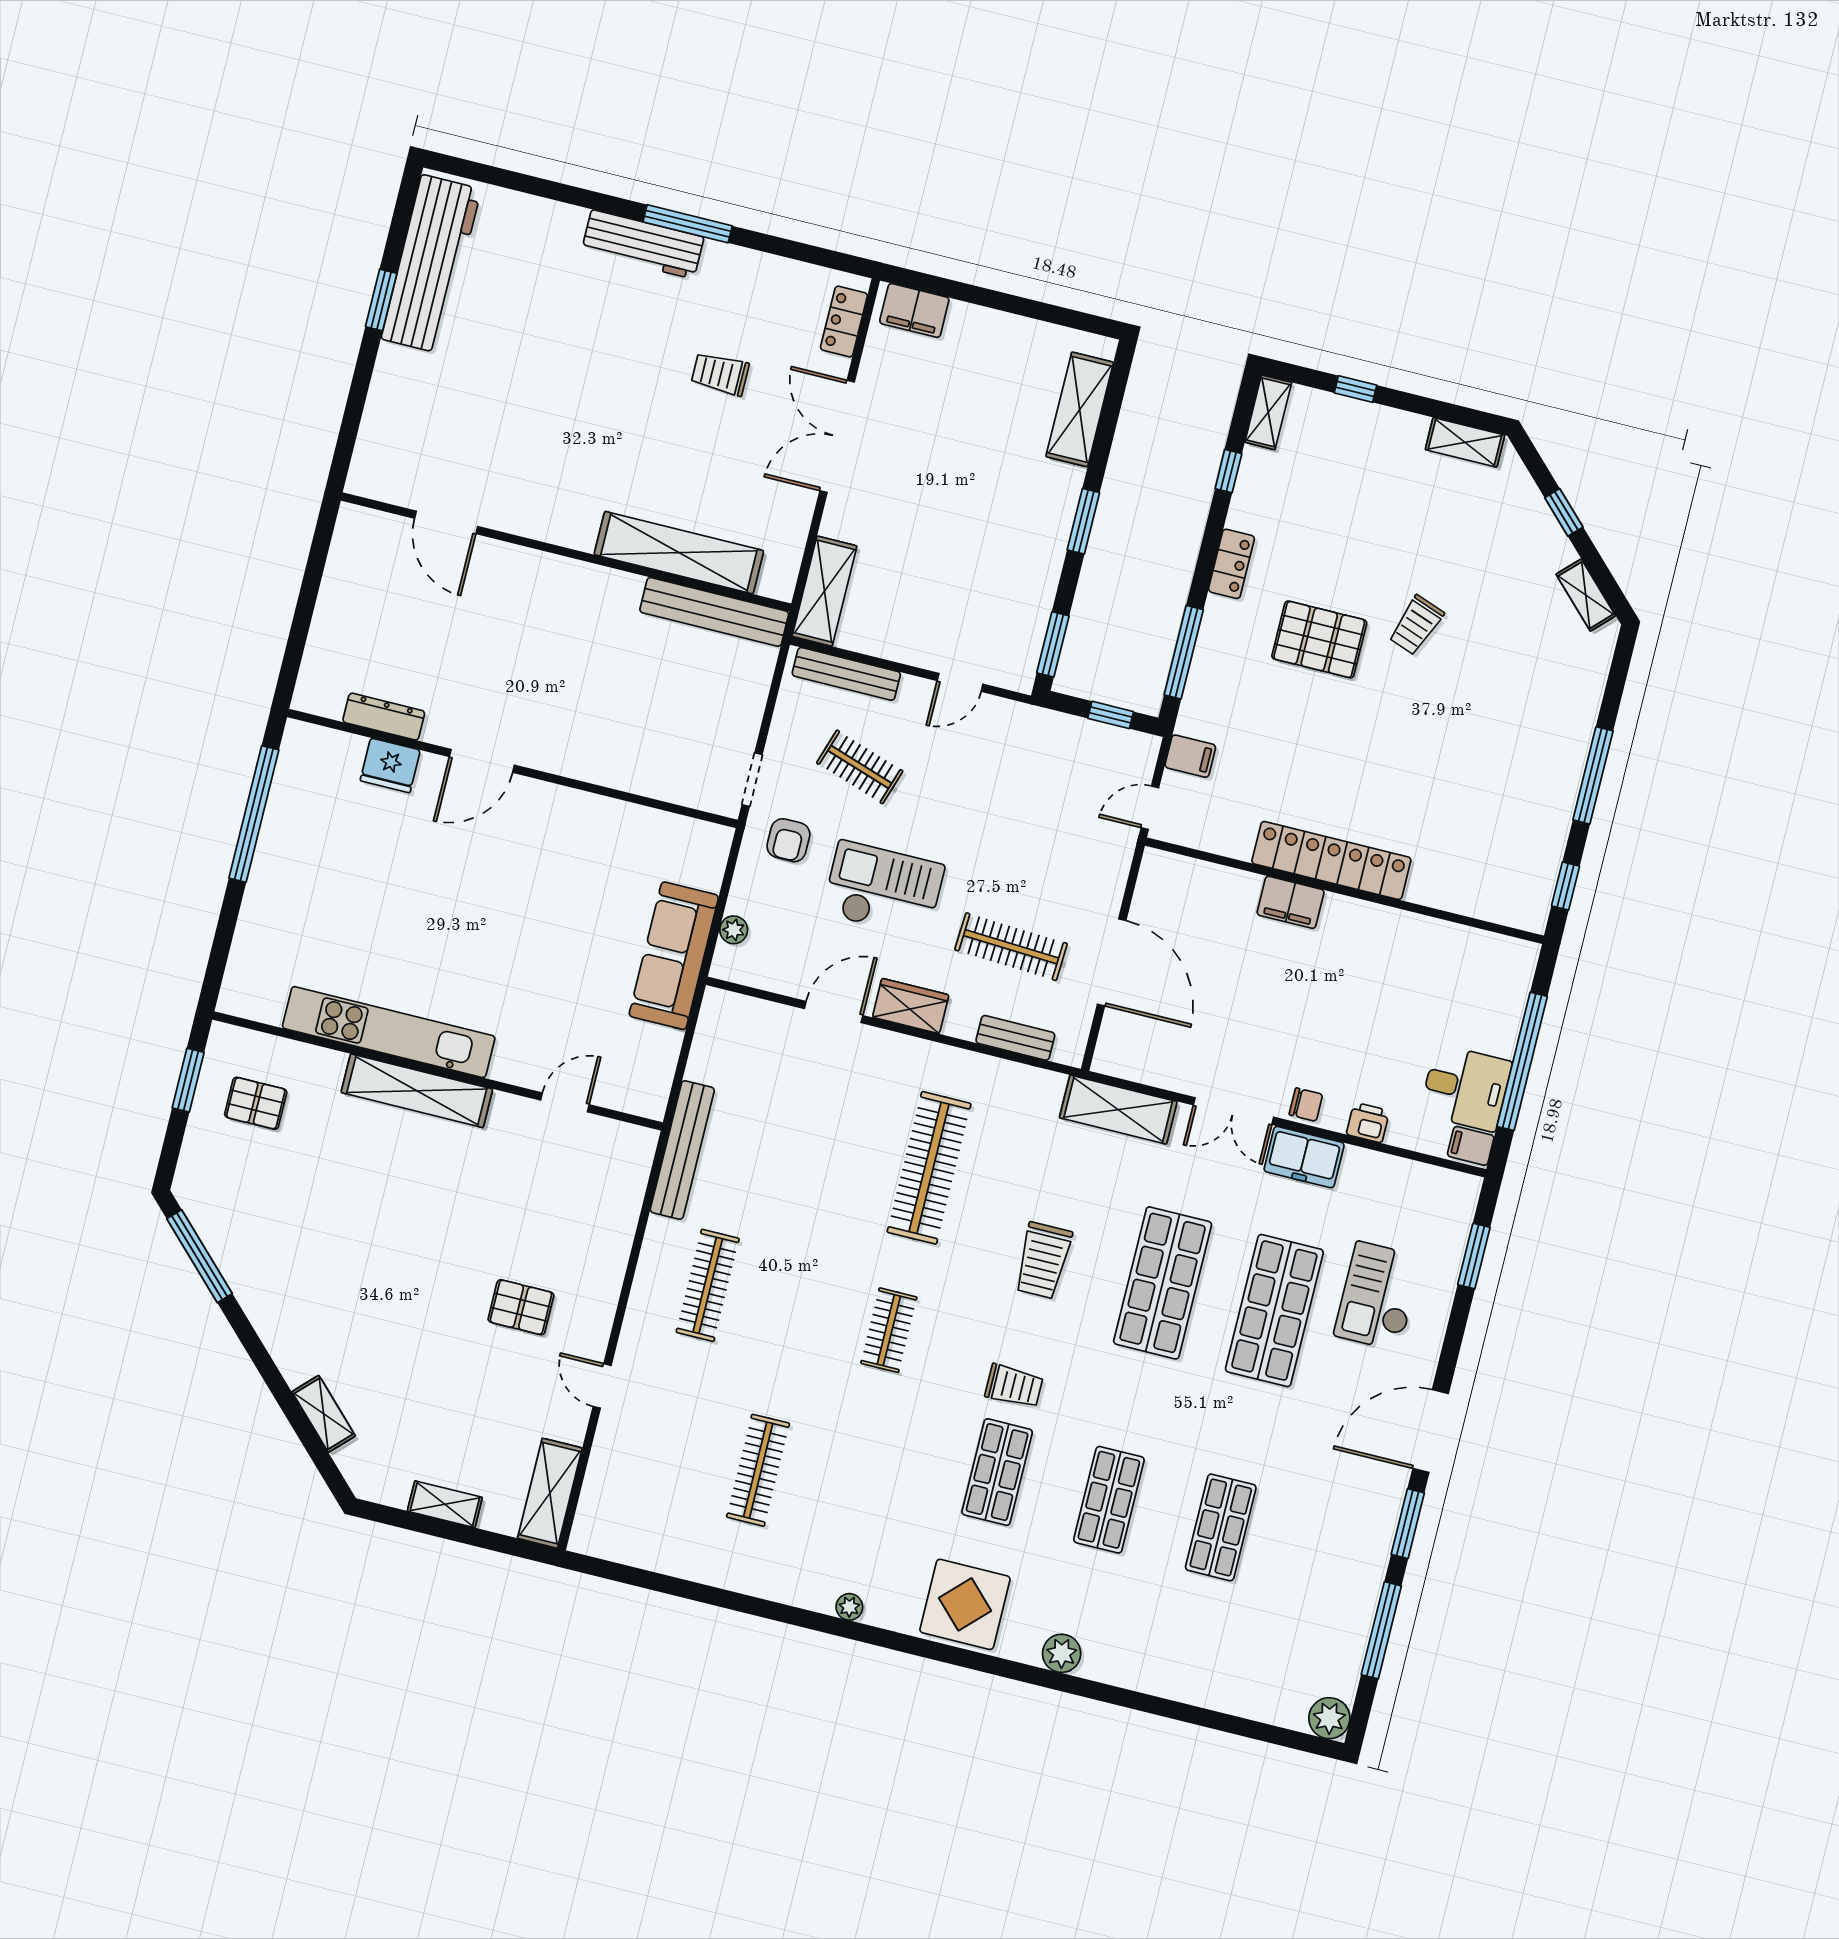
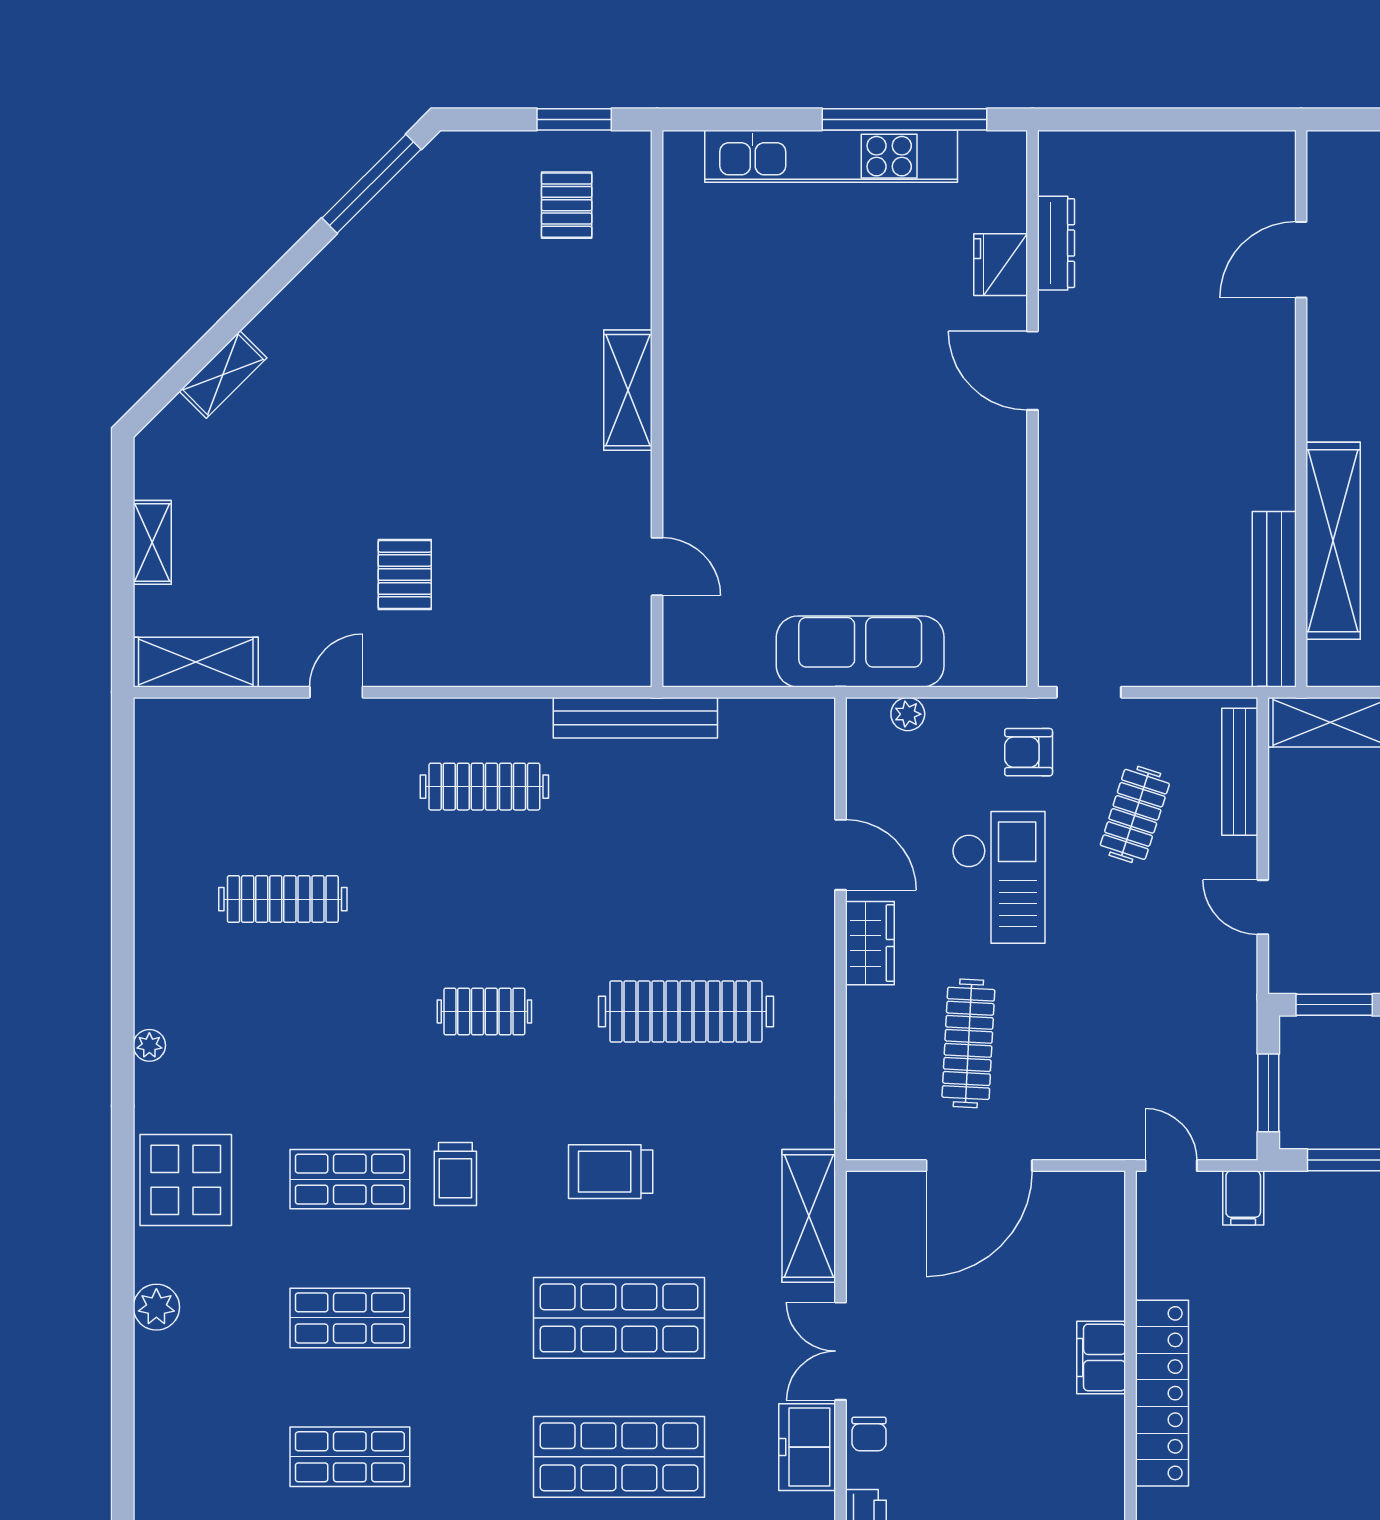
window: (1111, 715) -> (1268, 1093), width x1.50
kitchen unit: (389, 1032) -> (831, 156), moved, turned 90
bench: (1015, 1038) -> (863, 1075), removed
shelving: (417, 1091) -> (628, 390), width x0.68

